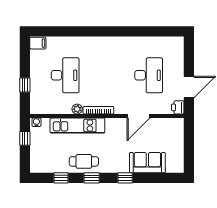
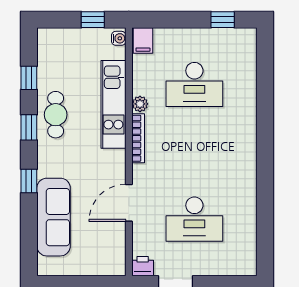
filing cabinet: (38, 43) -> (143, 41), moved
window: (25, 85) -> (223, 20), moved
door: (139, 116) -> (129, 203), hinge flipped
sofa: (147, 163) -> (54, 217), width x1.36

